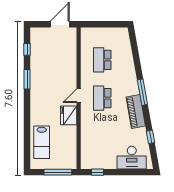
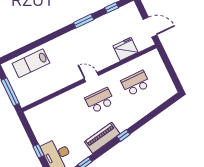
window: (142, 92) -> (123, 135), width x0.46
fridge: (69, 115) -> (125, 49), moved
window: (98, 172) -> (39, 151), moved

